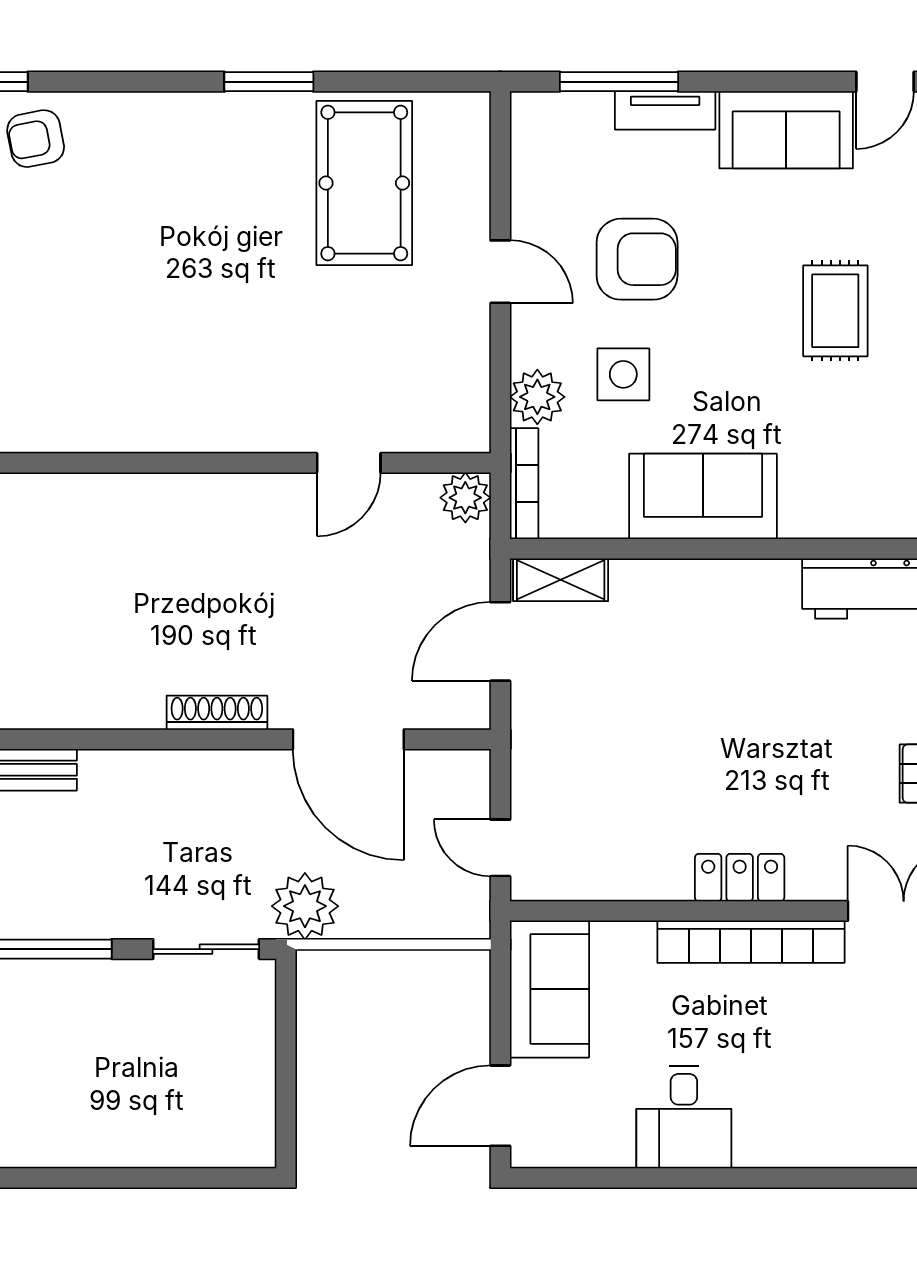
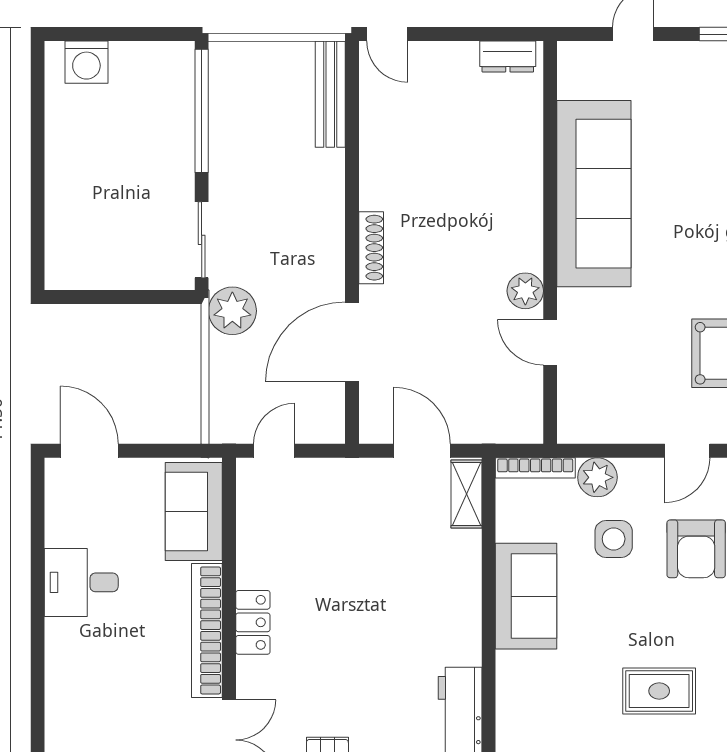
sofa: (142, 402) -> (594, 194), added
plant: (465, 498) -> (525, 291), moved
sofa: (549, 989) -> (194, 512), moved, turned 90

